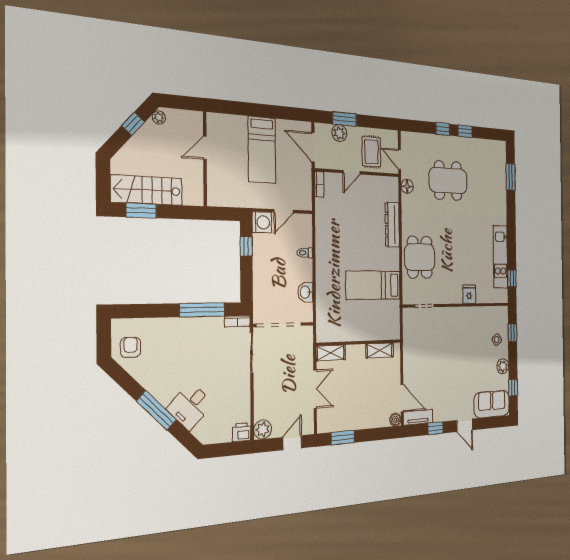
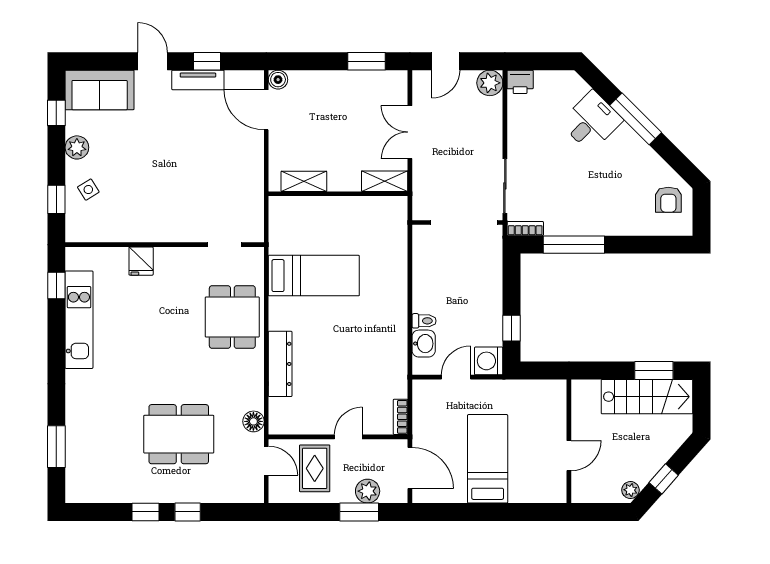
washbasin: (305, 292) -> (424, 344), moved
tv unit: (418, 417) -> (198, 80), moved

